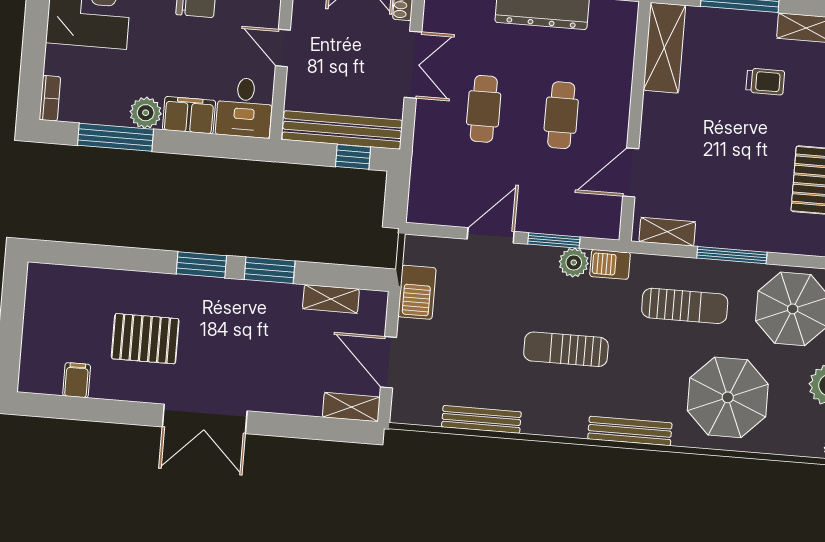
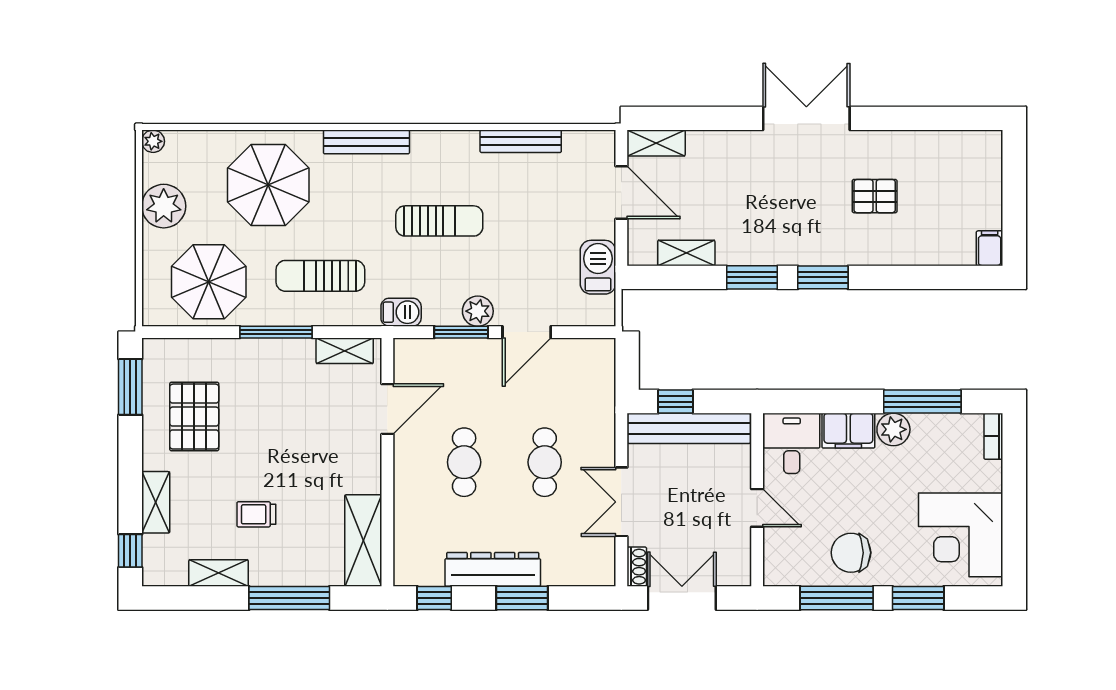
plant: (574, 262) -> (478, 311), moved
pallet: (145, 339) -> (875, 196), width x0.67, depth x0.71
filing cabinet: (77, 380) -> (990, 248), moved, turned 180

